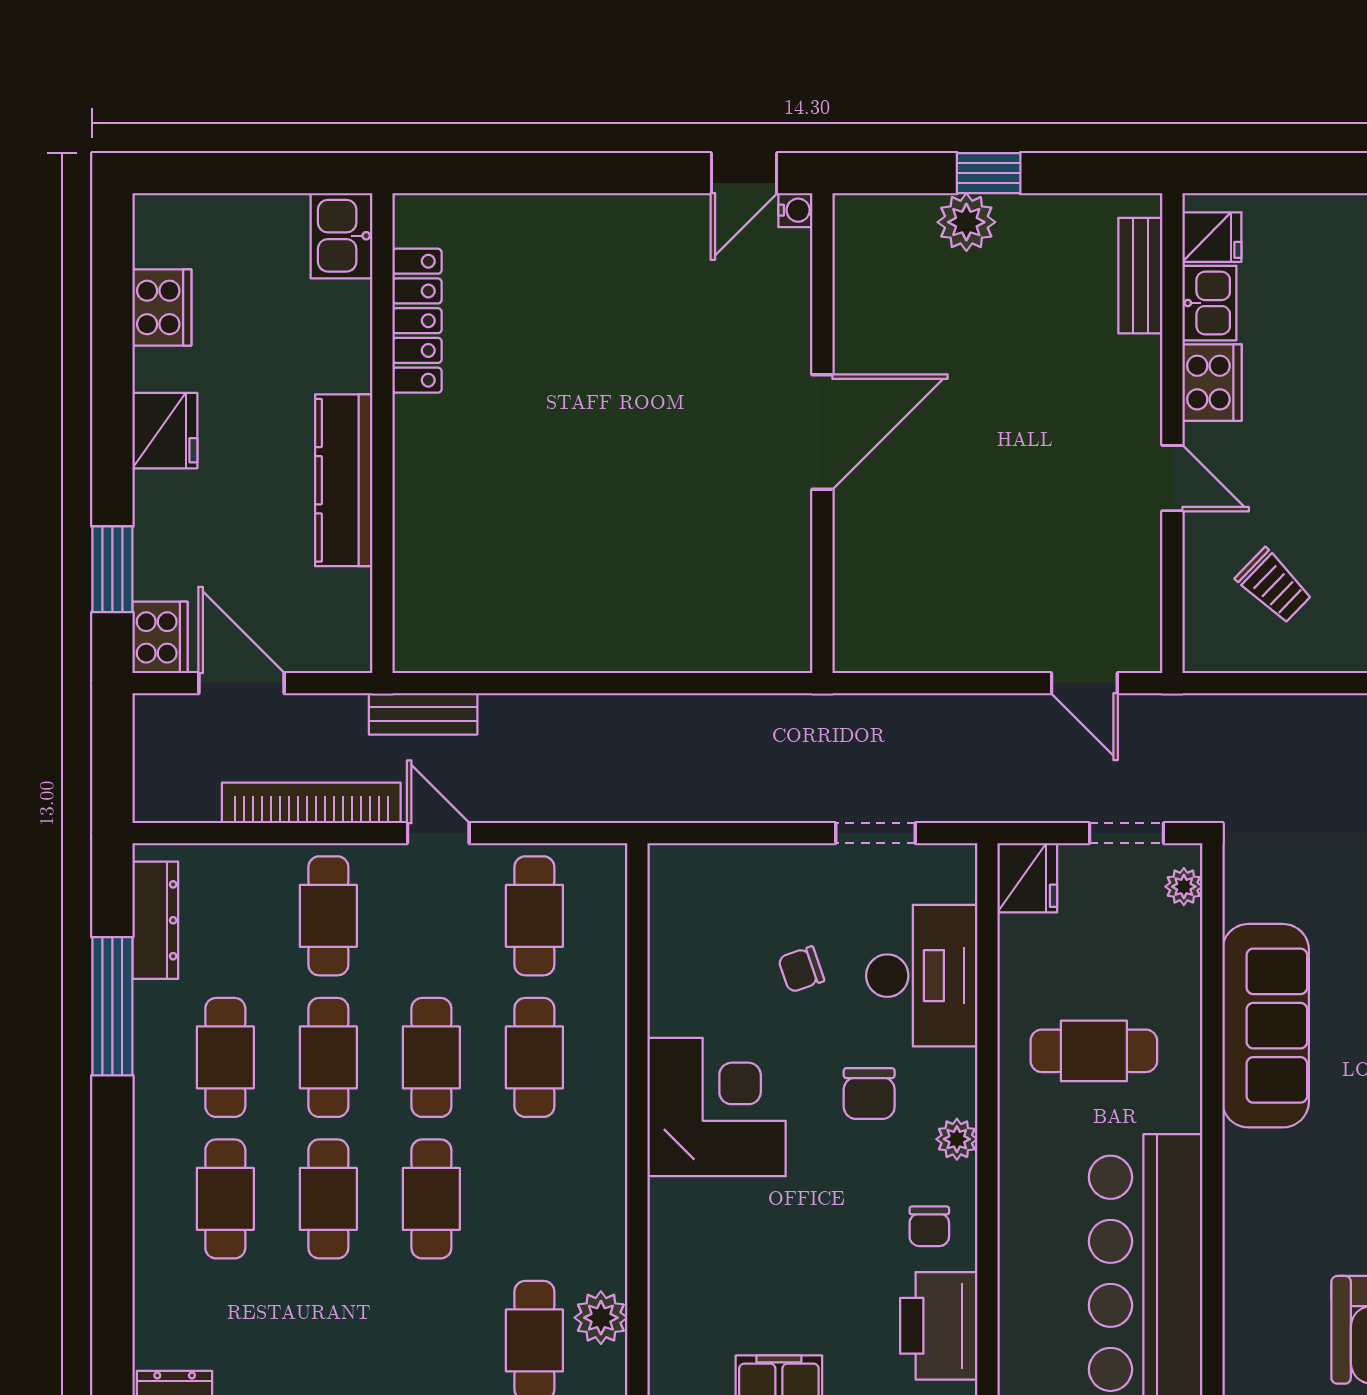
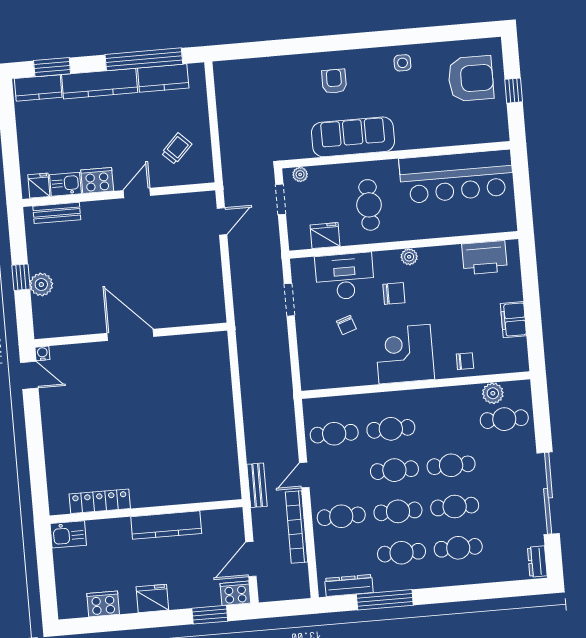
fridge: (1027, 878) -> (325, 236), moved
chair: (929, 1226) -> (465, 361), moved

